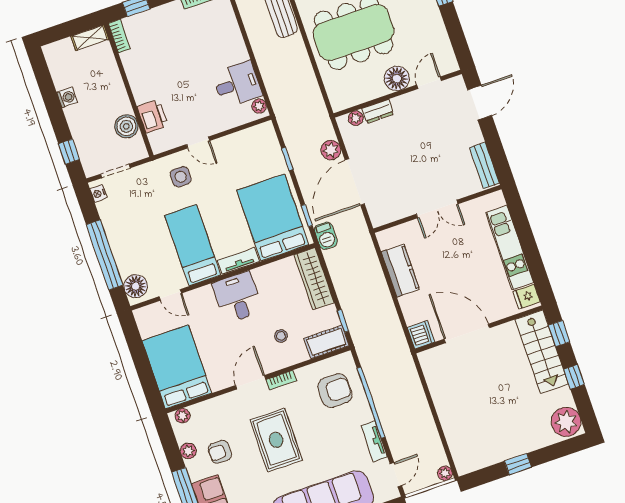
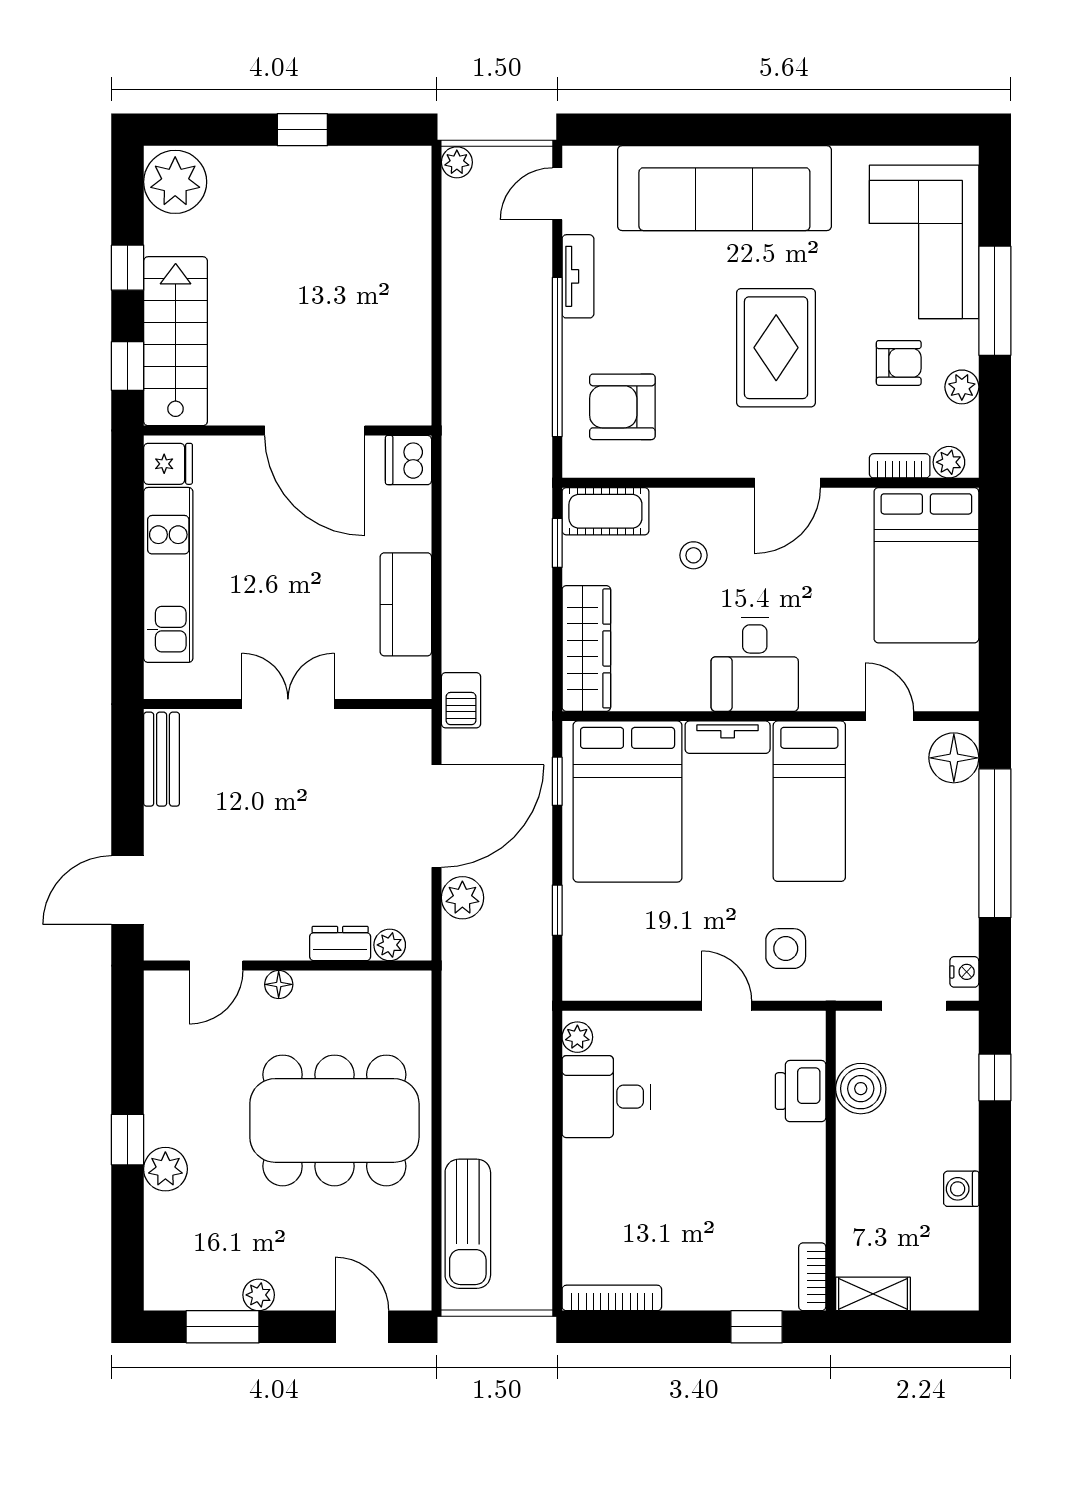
floor lamp: (397, 78) -> (279, 984), width x0.53, depth x0.53
barbecue: (326, 236) -> (461, 700), moved, turned 180
bookcase: (281, 380) -> (900, 466), moved

